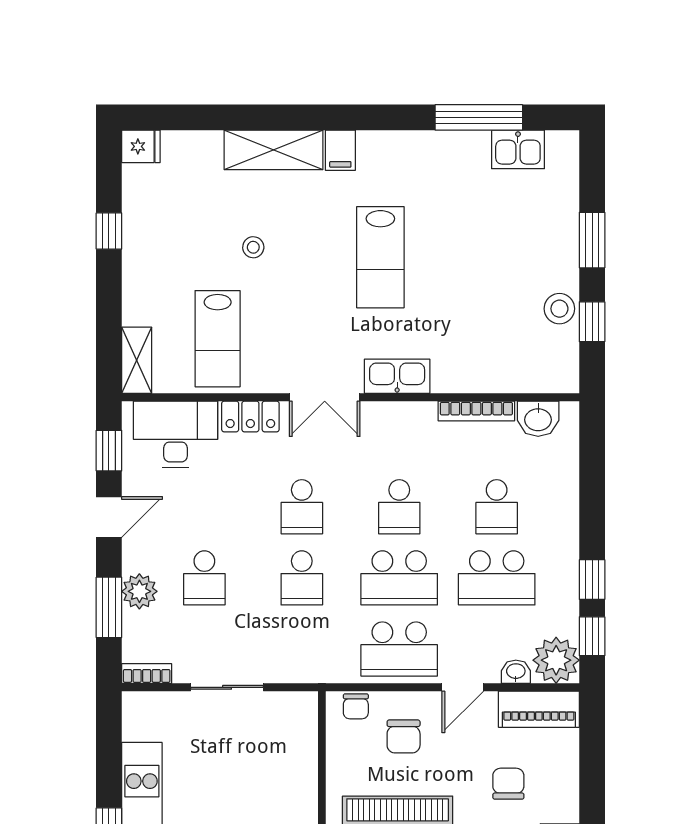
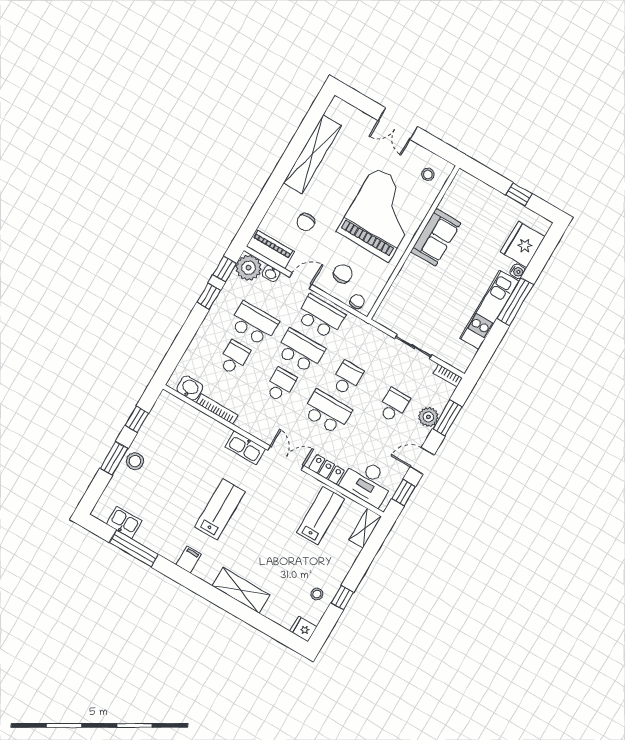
filing cabinet: (340, 150) -> (189, 560), moved
stool: (253, 247) -> (317, 594), moved
stool: (559, 309) -> (135, 461), moved
school desk: (302, 507) -> (327, 412), width x1.85

